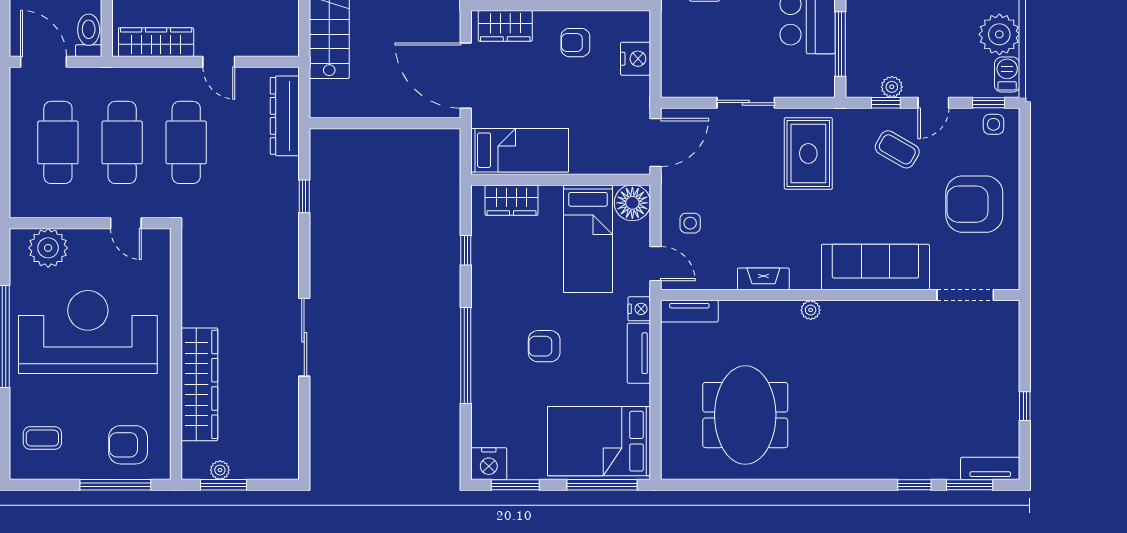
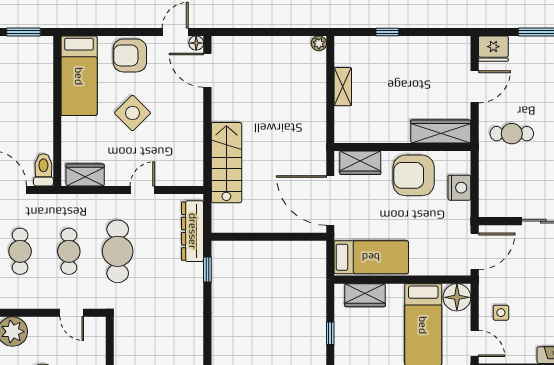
wardrobe: (156, 42) -> (85, 175), width x0.67
armchair: (575, 43) -> (414, 175), width x1.88, depth x1.88
door: (219, 62) -> (142, 190), swing flipped
cafe table: (58, 142) -> (20, 251), width x0.73, depth x0.74
cafe table: (122, 142) -> (69, 251), width x0.73, depth x0.74
window: (304, 196) -> (207, 269), moved

